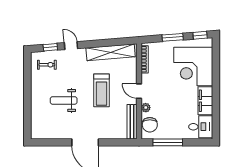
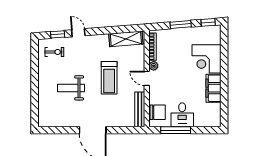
shelving: (111, 52) -> (126, 39), width x0.68
corner desk: (193, 66) -> (206, 59), width x0.74, depth x0.74
plant: (146, 108) -> (154, 66), moved
chair: (150, 125) -> (158, 112), turned -90
desk: (201, 127) -> (182, 115), moved, turned 90

